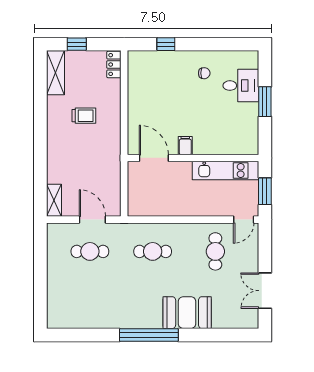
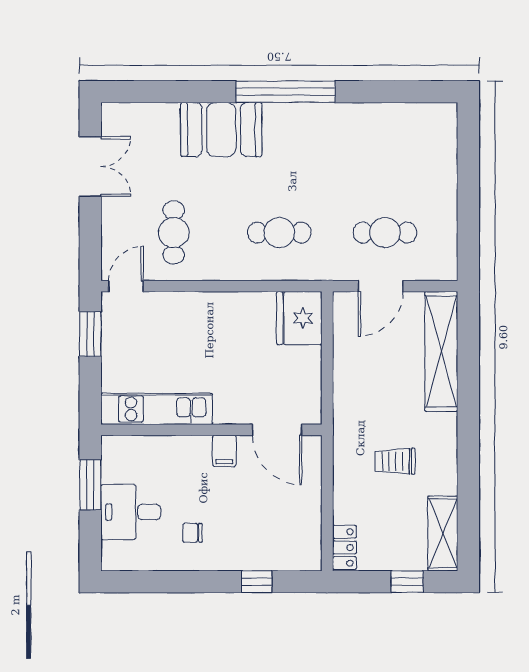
filing cabinet: (185, 146) -> (224, 451), moved
door: (154, 158) -> (277, 430), moved
wall: (193, 158) -> (211, 430), moved
kitchen unit: (225, 170) -> (157, 409), moved
shelving: (54, 200) -> (441, 351), width x2.20, depth x1.33
fridge: (141, 201) -> (299, 318), added
door: (92, 220) -> (381, 286), hinge flipped

